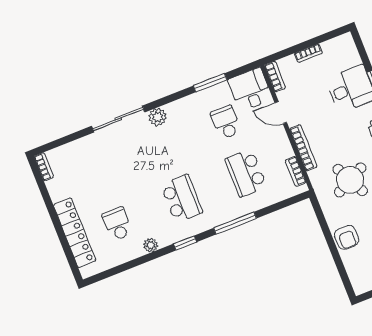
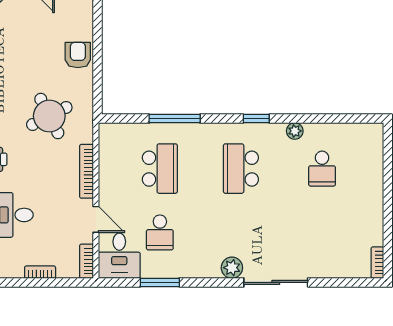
bookcase: (296, 171) -> (105, 149), removed
window: (235, 223) -> (175, 119), moved
locker: (75, 233) -> (372, 177), removed

